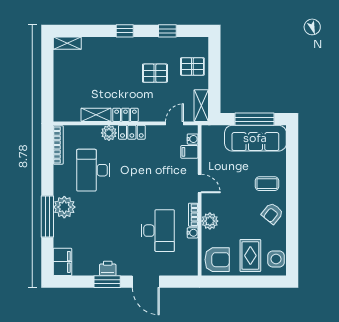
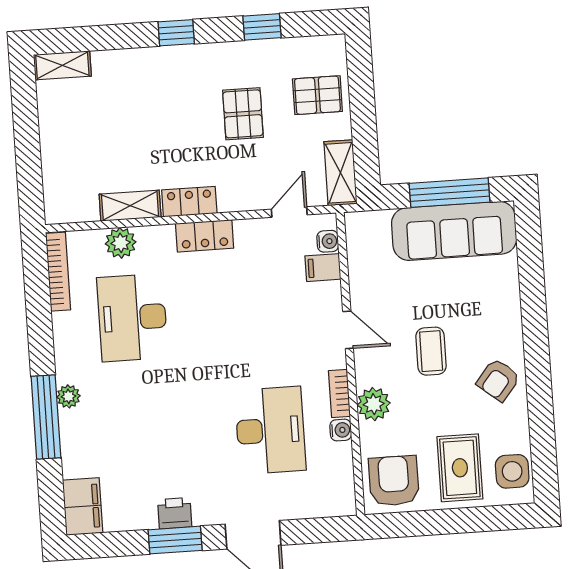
pallet: (155, 73) -> (243, 114), turned 90
plant: (109, 133) -> (121, 243), moved
coffee table: (267, 184) -> (431, 351), moved, turned 90
plant: (64, 207) -> (68, 396), width x0.53, depth x0.53
armchair: (217, 260) -> (394, 481), turned -90

